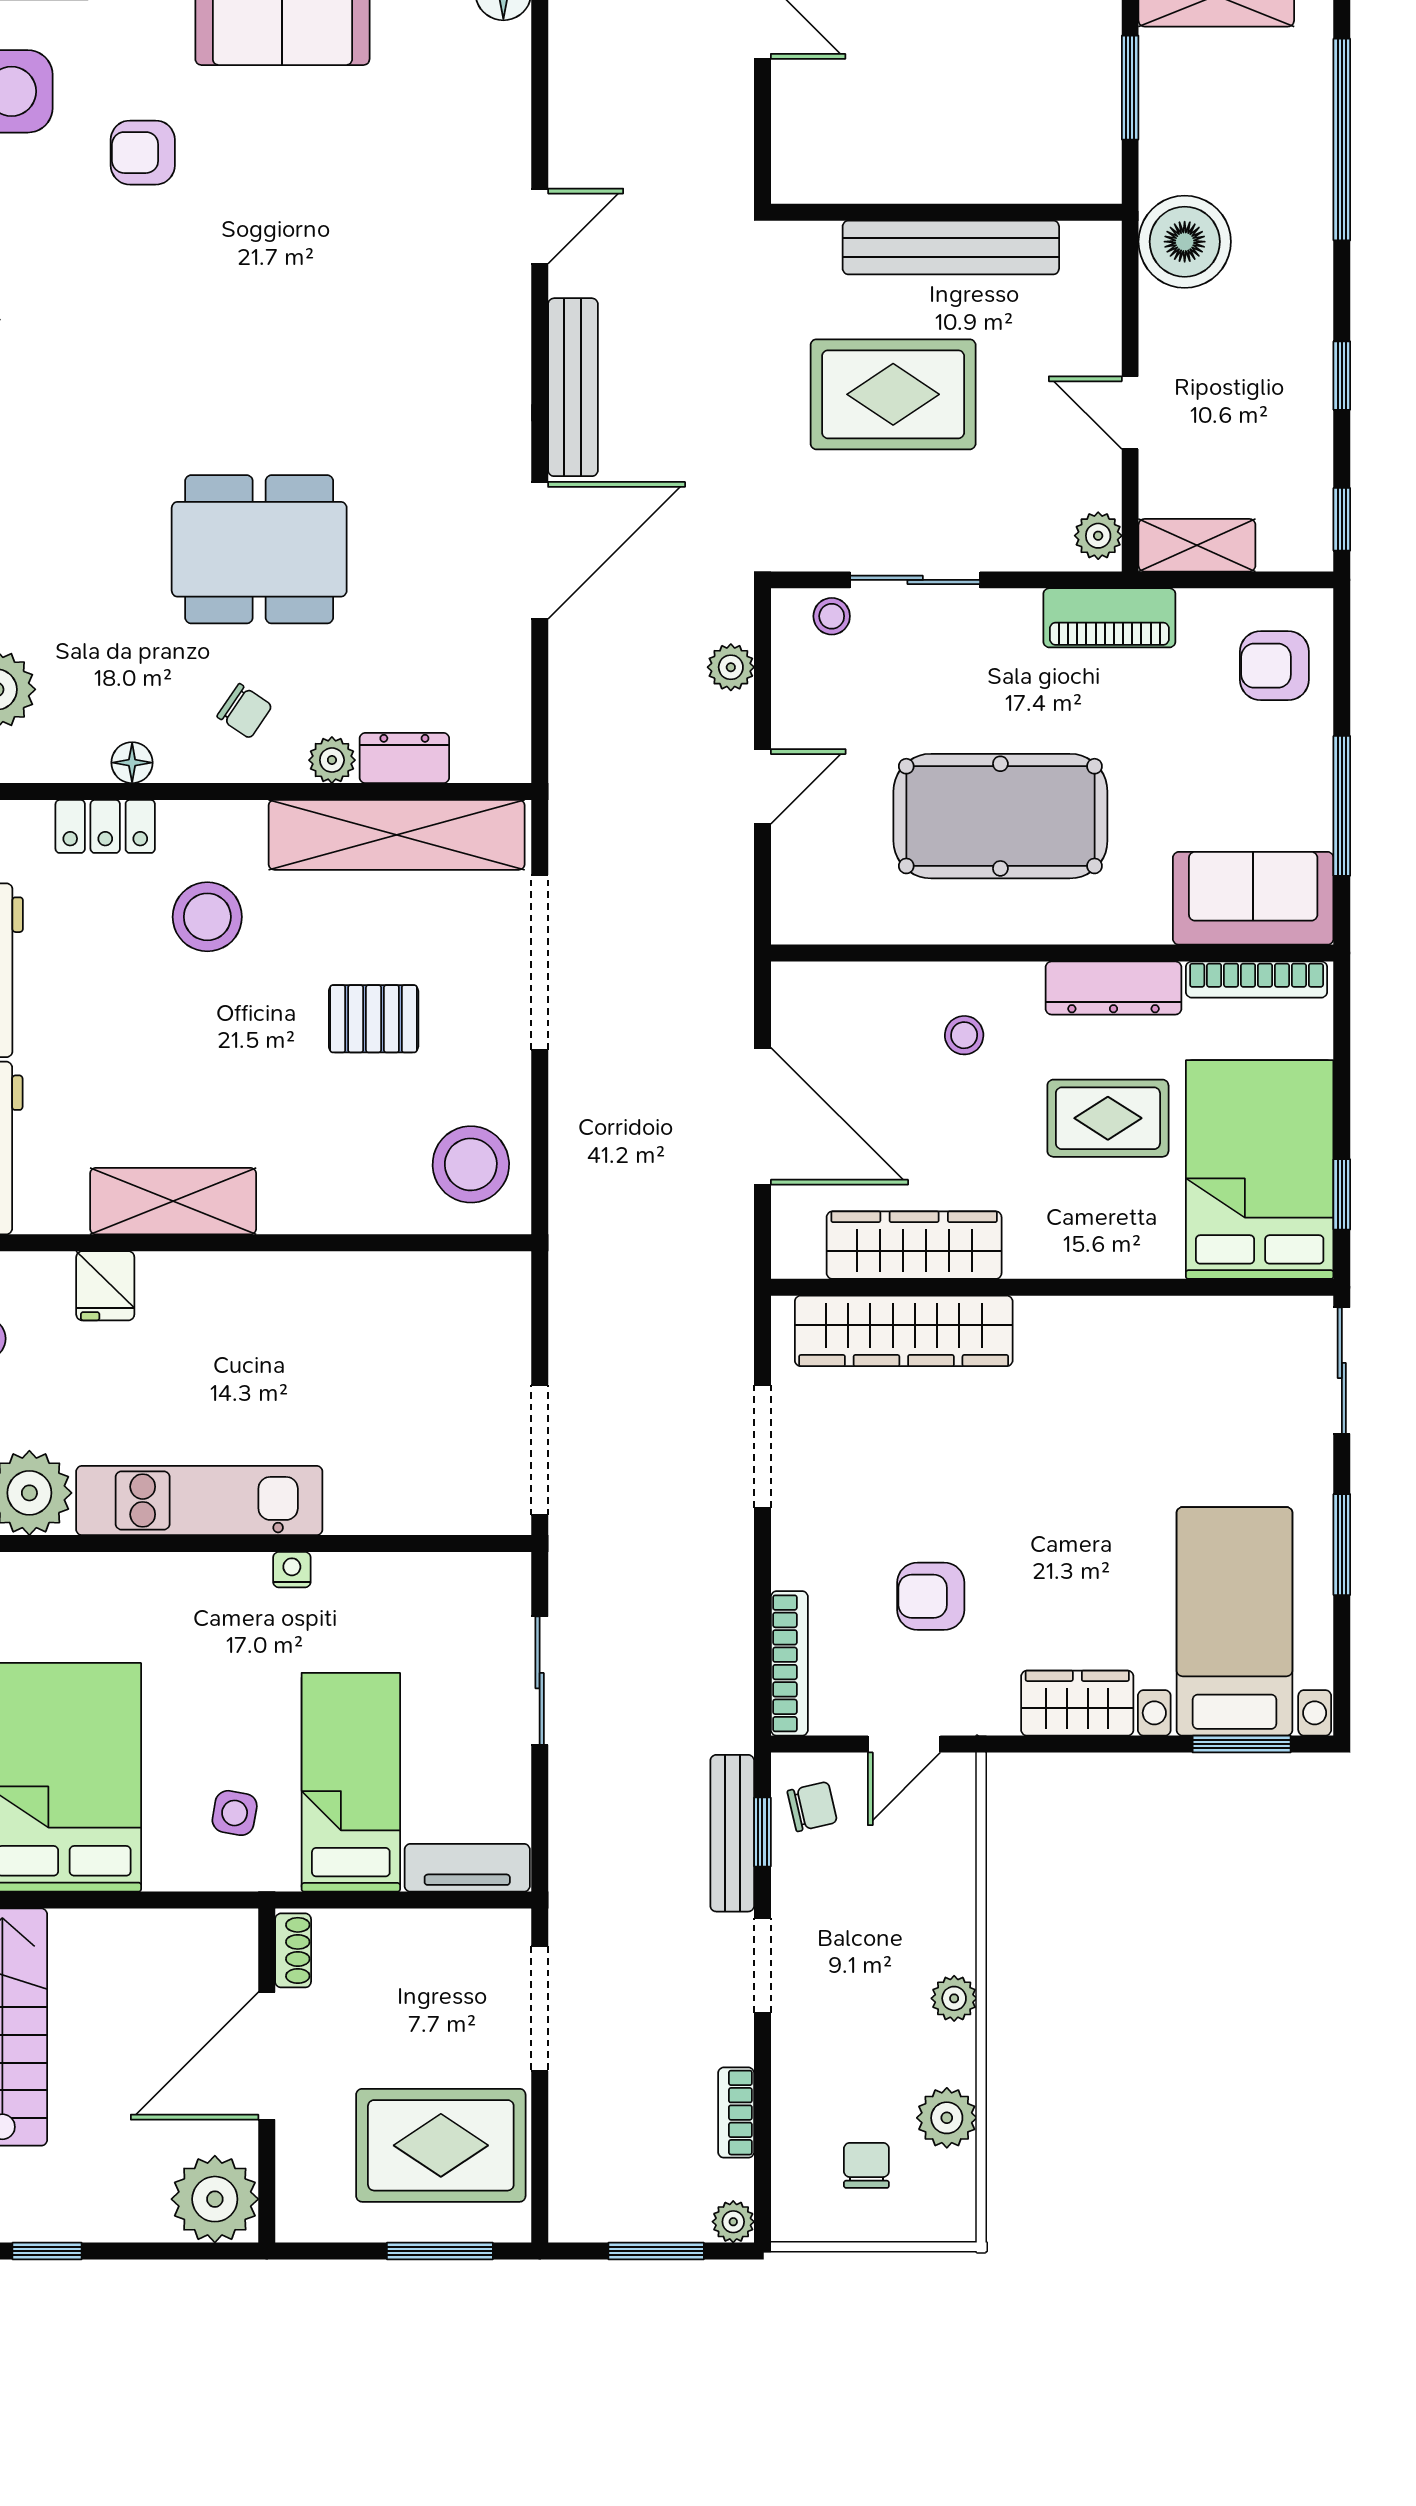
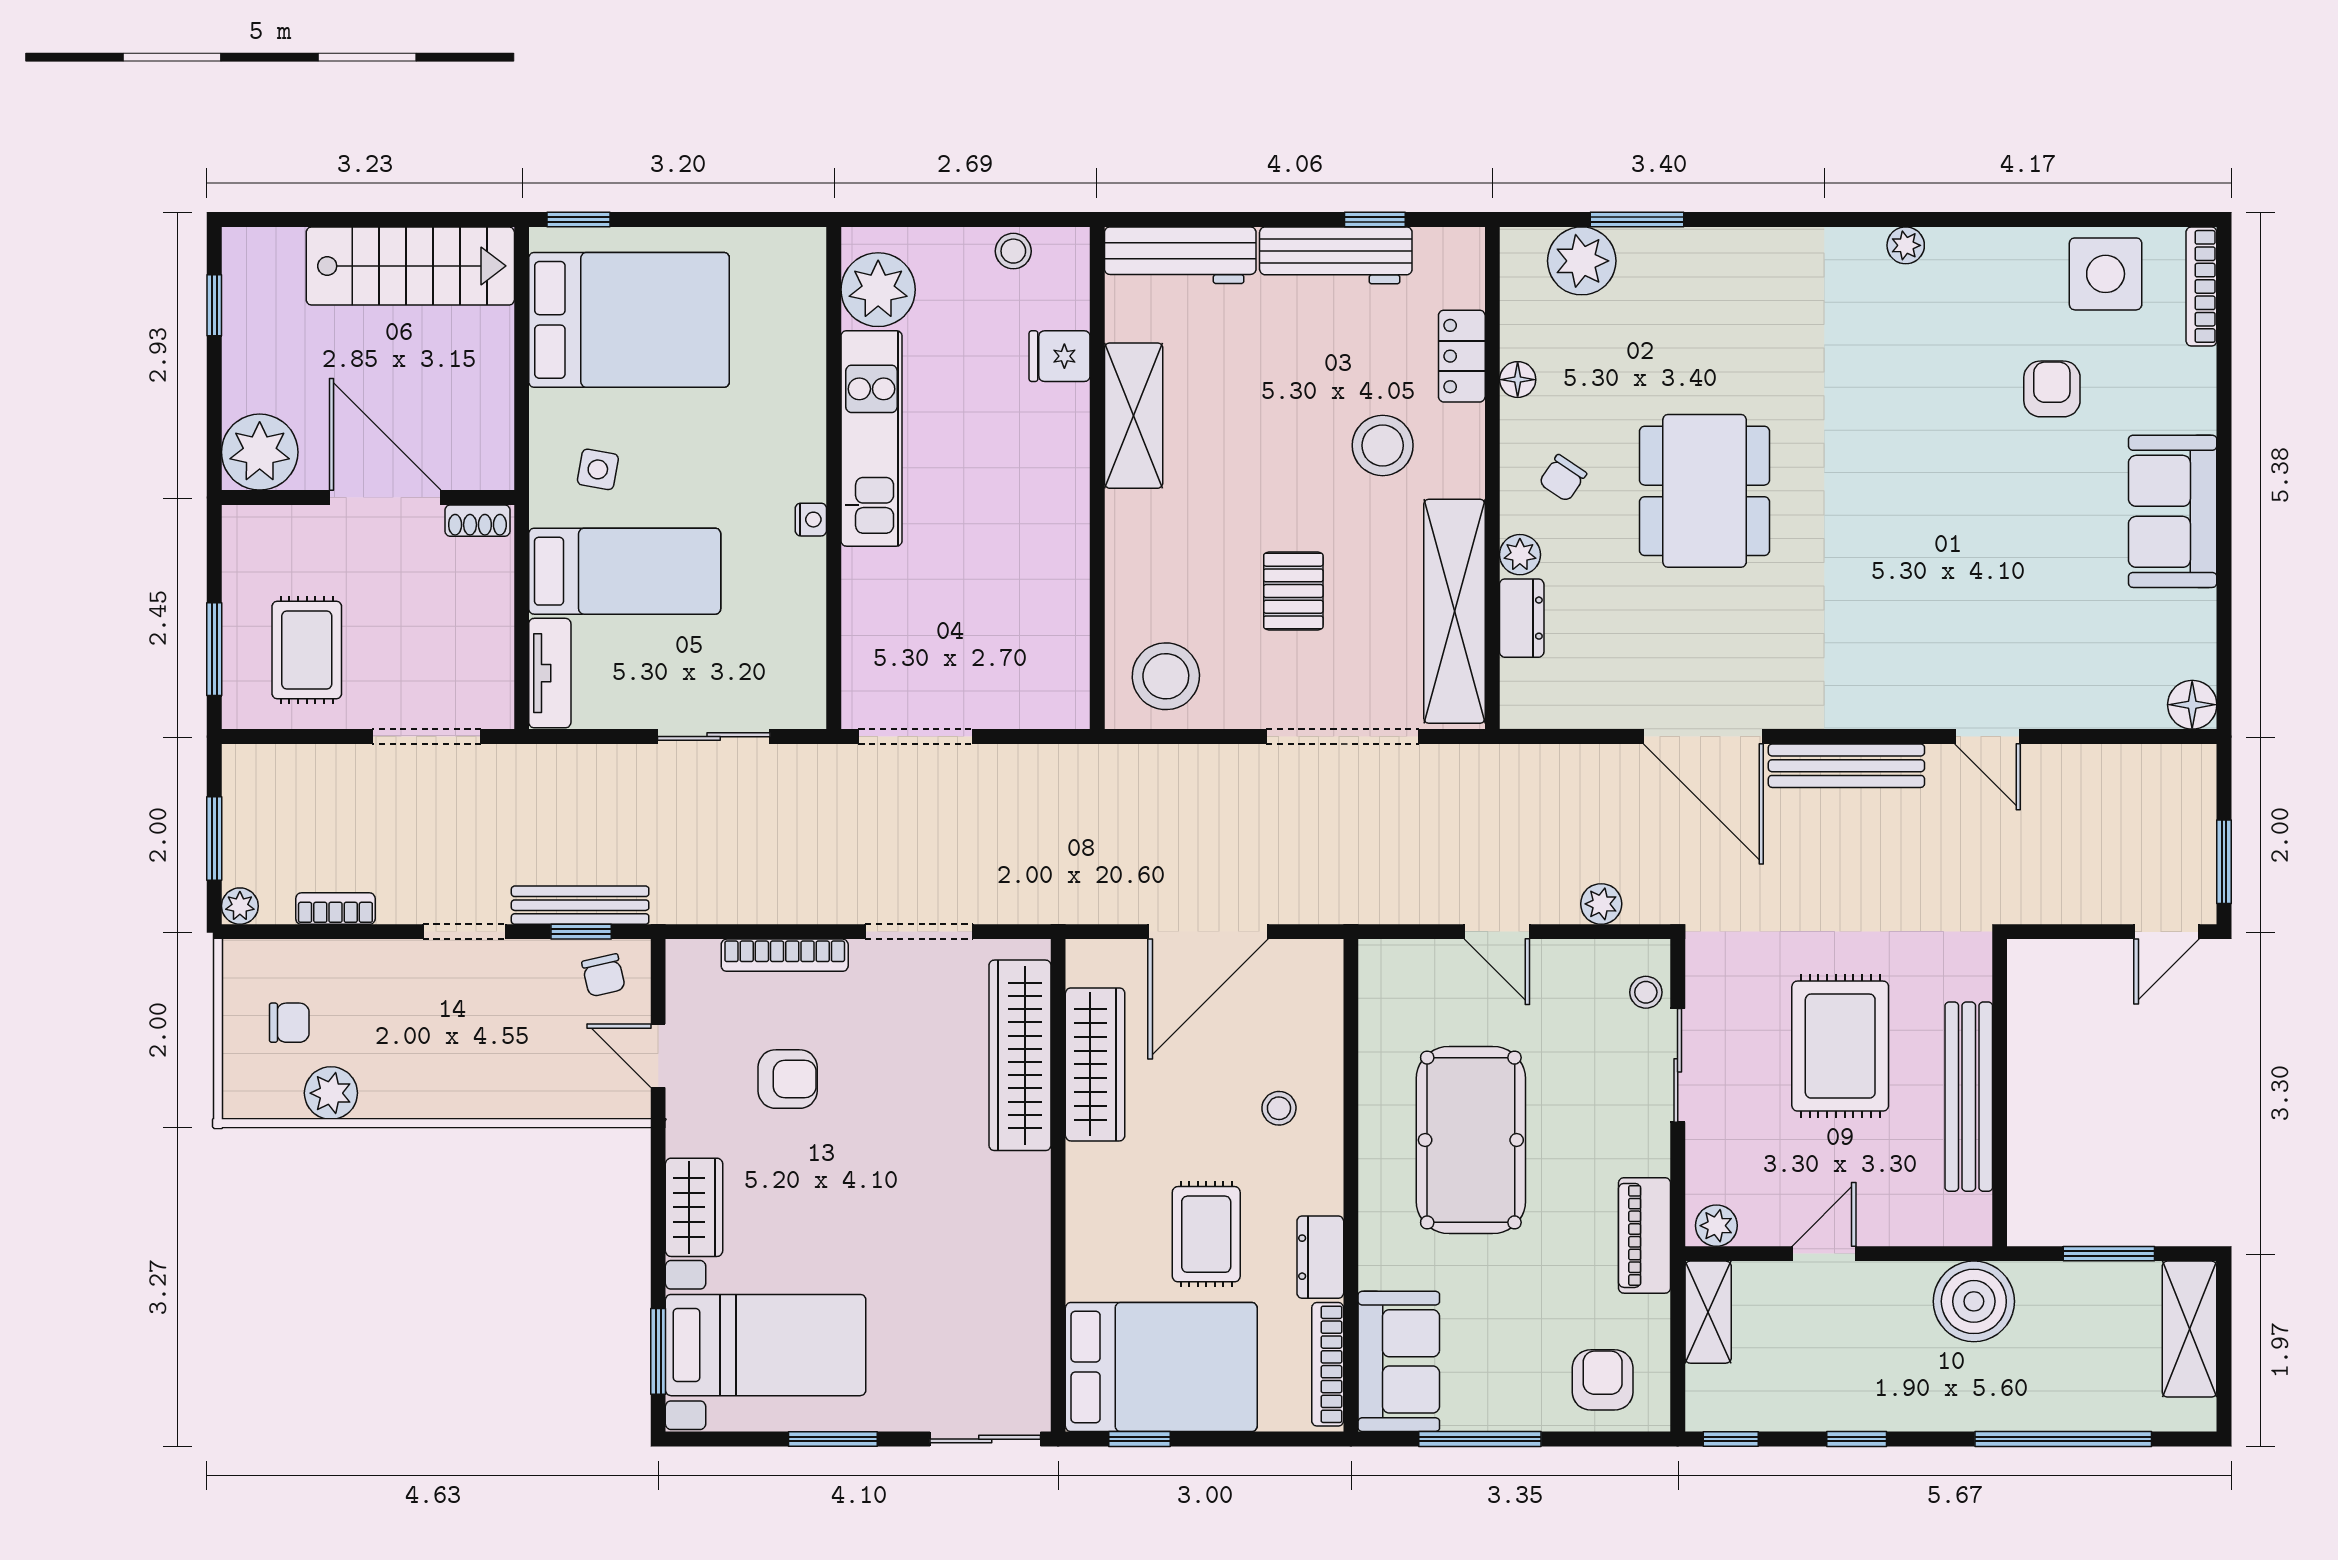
dresser: (1113, 988) -> (1320, 1257), width x0.70
armchair: (931, 1596) -> (788, 1079), turned 90
bookcase: (789, 1663) -> (785, 955), moved
plant: (954, 1998) -> (435, 1099), removed
rug: (441, 2145) -> (307, 650), width x0.73, depth x0.70

